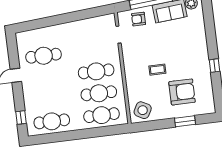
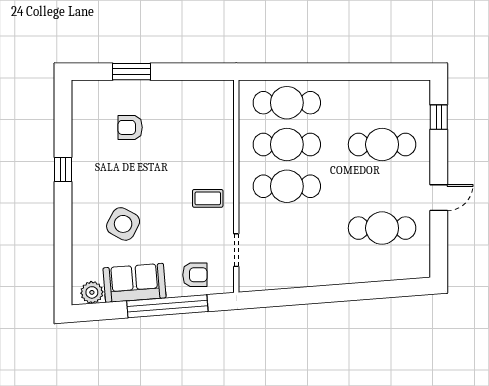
coffee table: (157, 70) -> (208, 198), moved
armchair: (182, 92) -> (130, 127), width x0.53, depth x0.53
side table: (143, 110) -> (123, 224), moved
cafe table: (52, 121) -> (382, 144), moved

